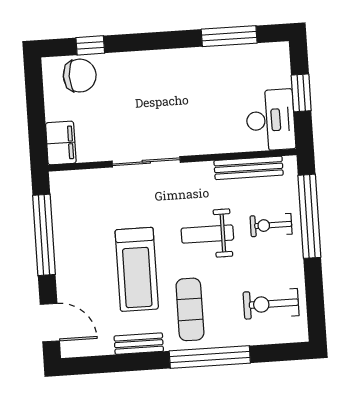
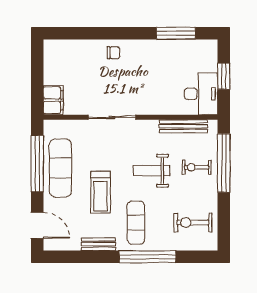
window: (90, 45) -> (78, 33), removed
chair: (80, 76) -> (113, 53), moved, width x0.54, depth x0.54
exercise mat: (77, 239) -> (60, 168), added
treadmill: (137, 269) -> (100, 192), width x0.73, depth x0.73

